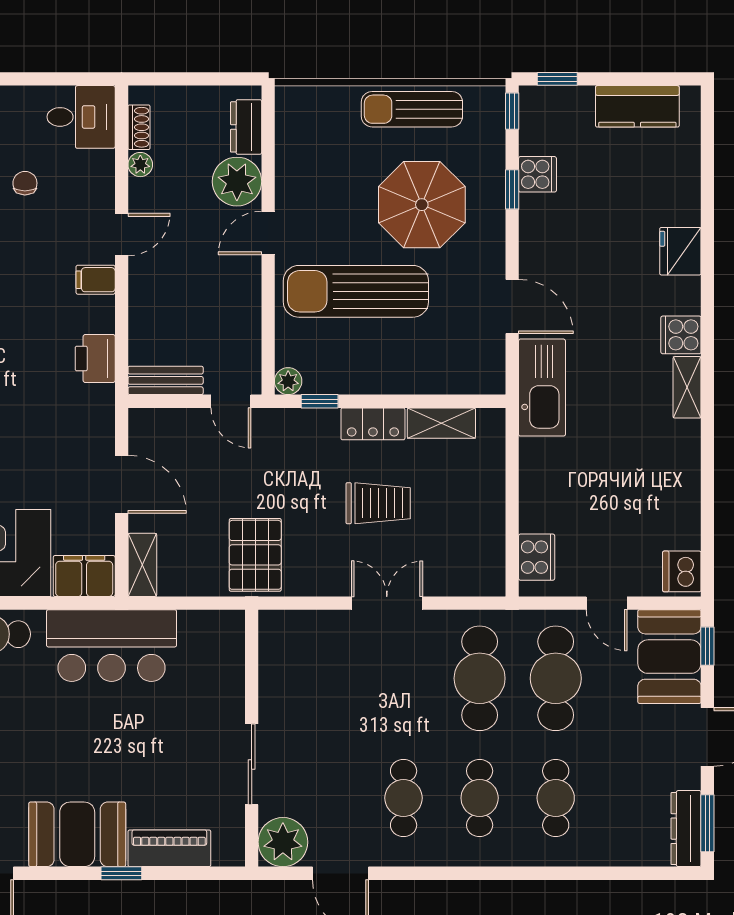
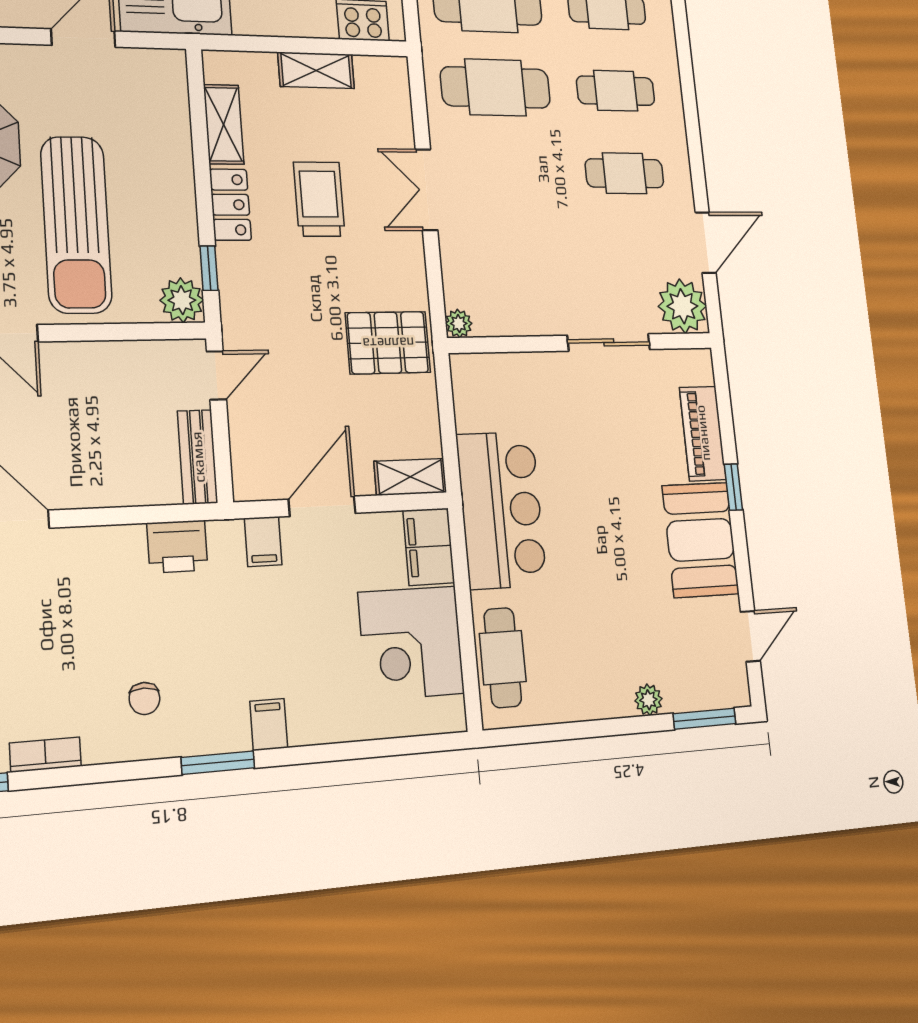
filing cabinet: (96, 280) -> (263, 541), moved
plant: (288, 381) -> (182, 300), width x1.38, depth x1.38
shelving: (490, 510) -> (316, 70), added
plant: (271, 622) -> (459, 323), added

